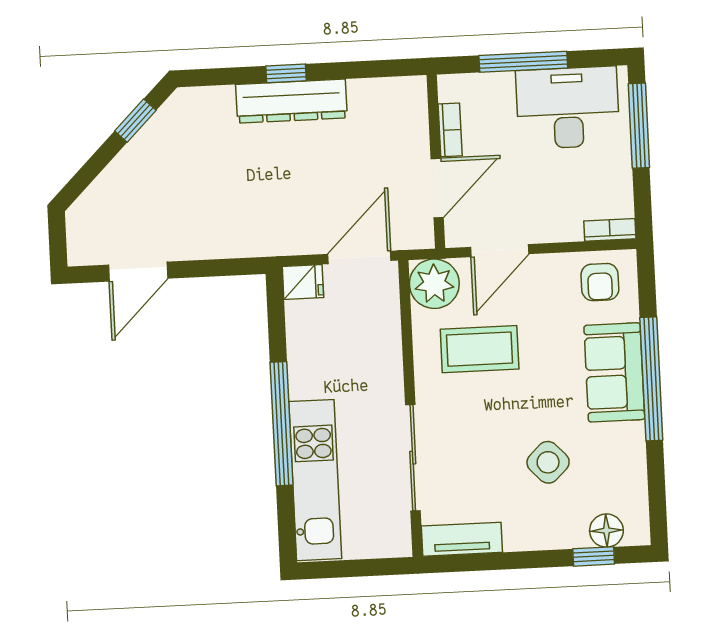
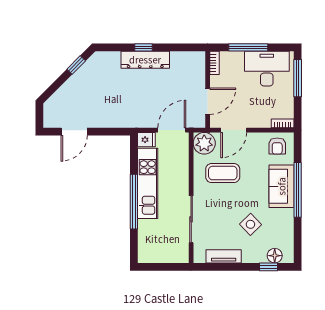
bookcase: (450, 130) -> (214, 63), moved
kitchen unit: (315, 480) -> (148, 183), moved
tv unit: (462, 539) -> (224, 256), moved

